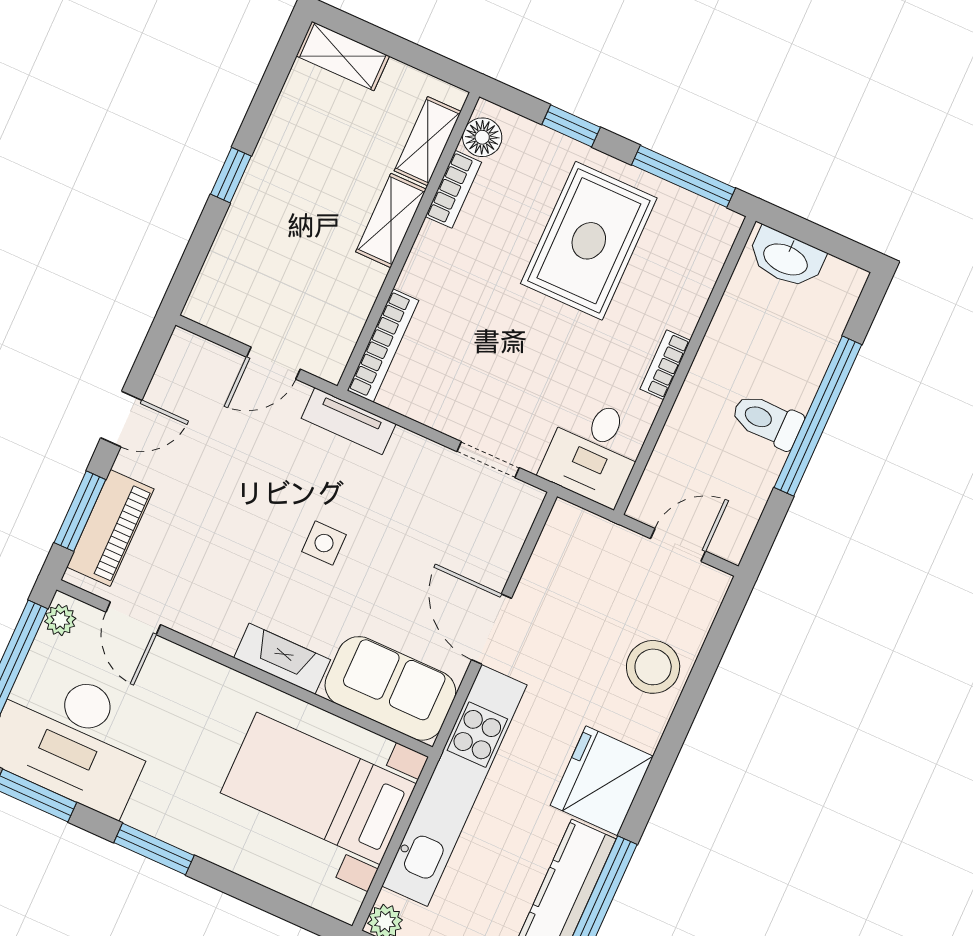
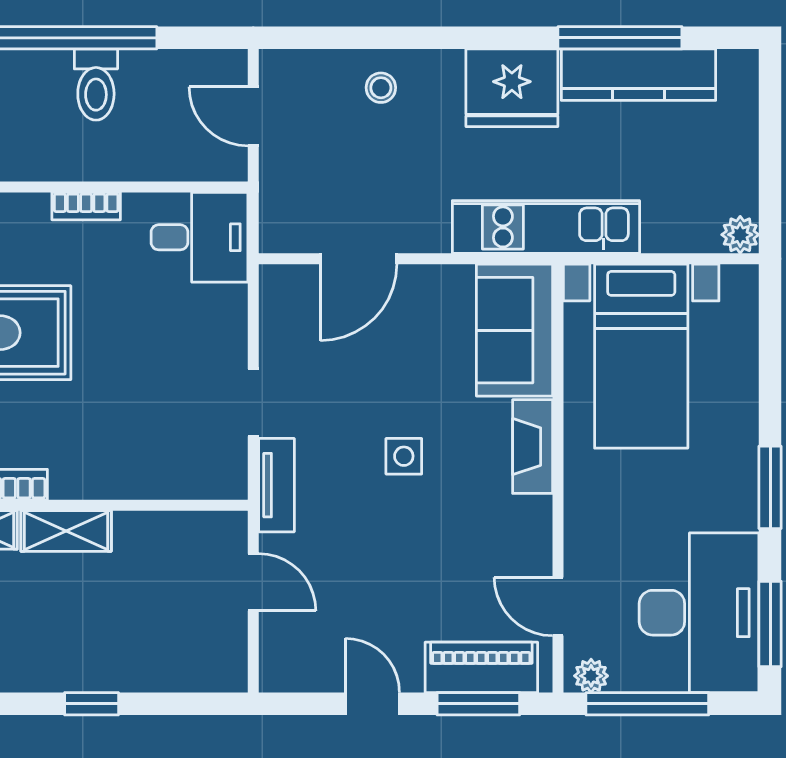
bookcase: (383, 346) -> (189, 485), removed
doorway: (488, 460) -> (253, 403), moved
door: (133, 618) -> (558, 607), swing flipped
door: (492, 629) -> (359, 259), moved
stool: (653, 667) -> (381, 88), width x0.53, depth x0.53
kitchen unit: (454, 786) -> (546, 227), width x0.73

